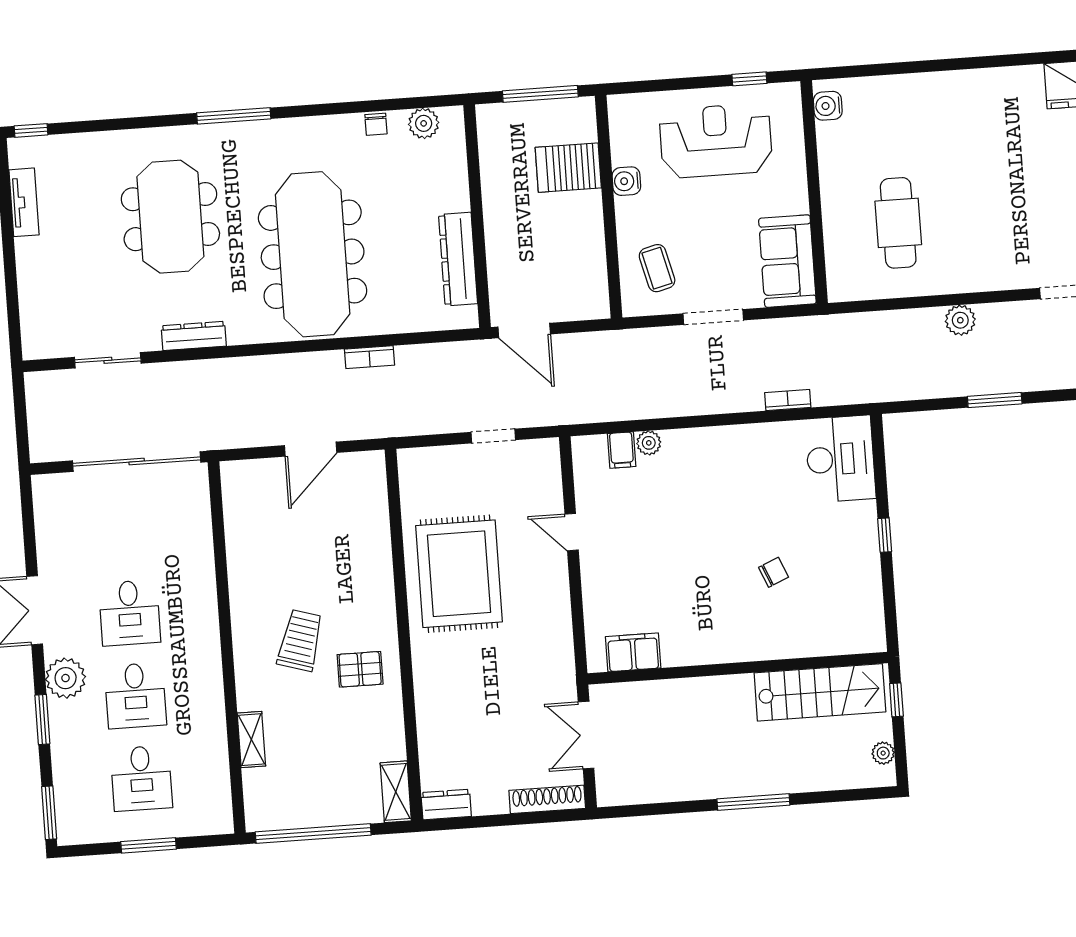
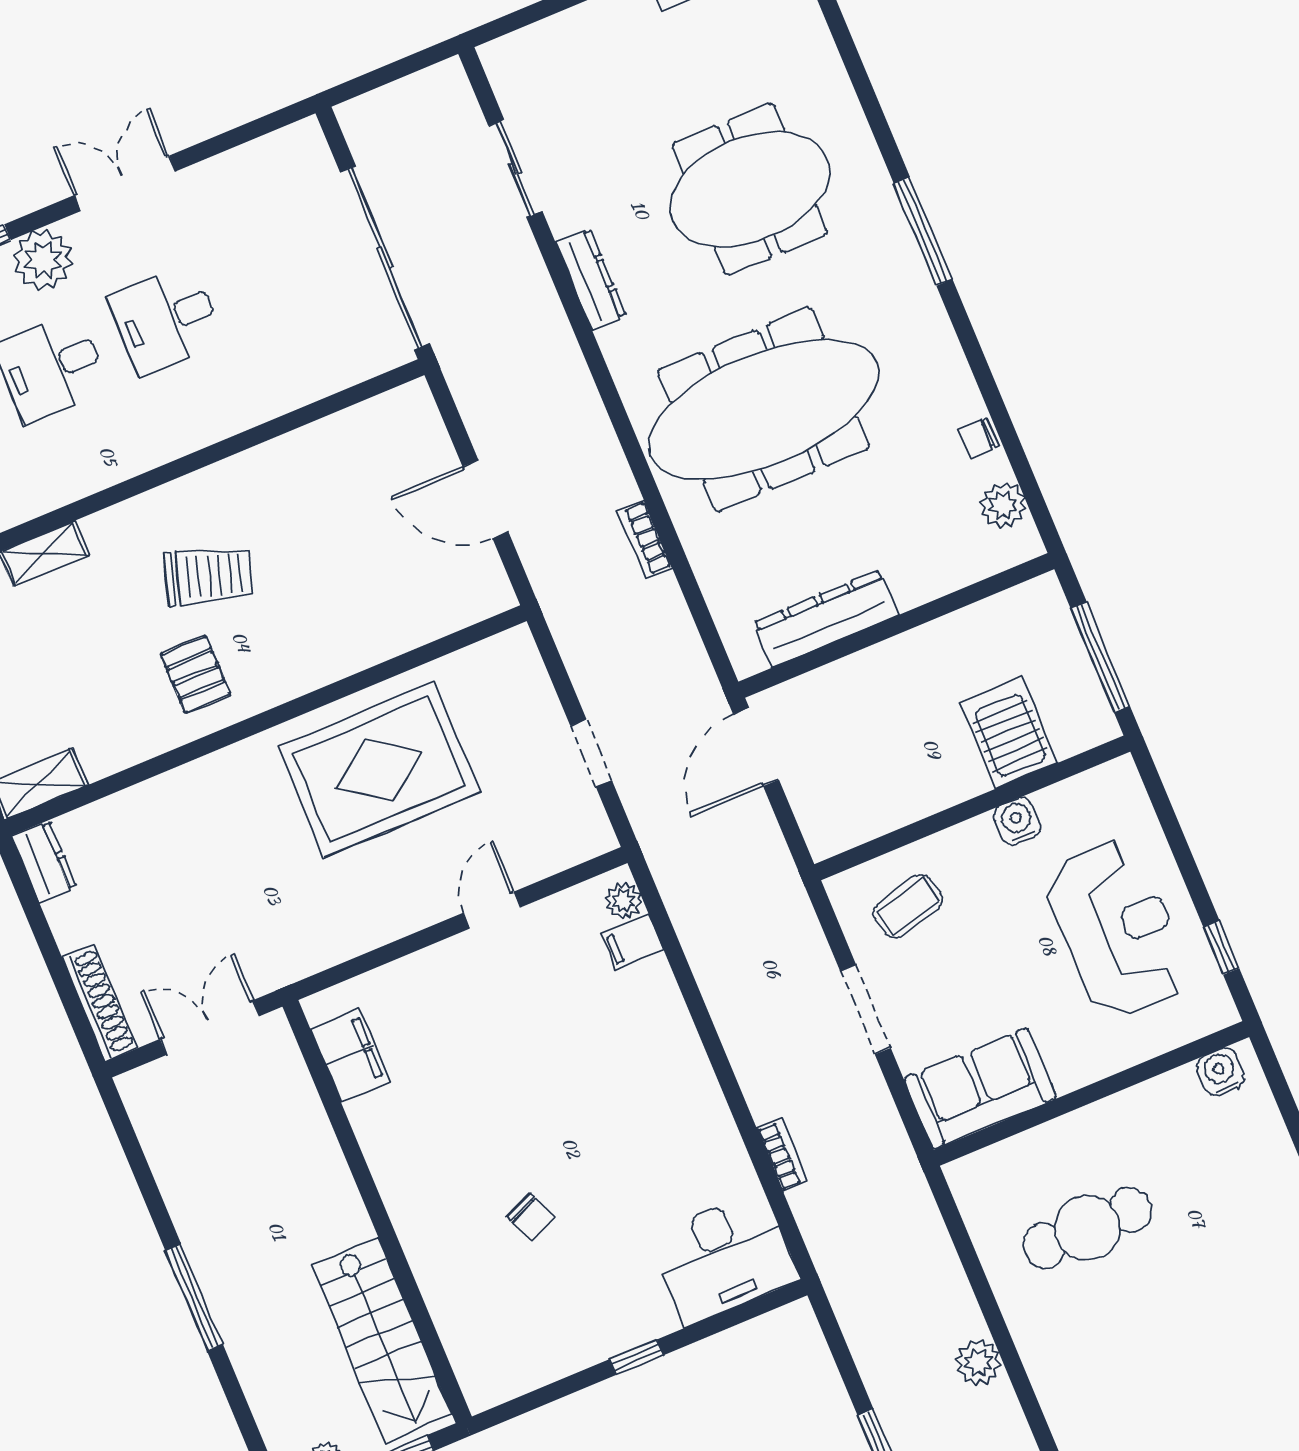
plant: (649, 443) -> (624, 901), moved

